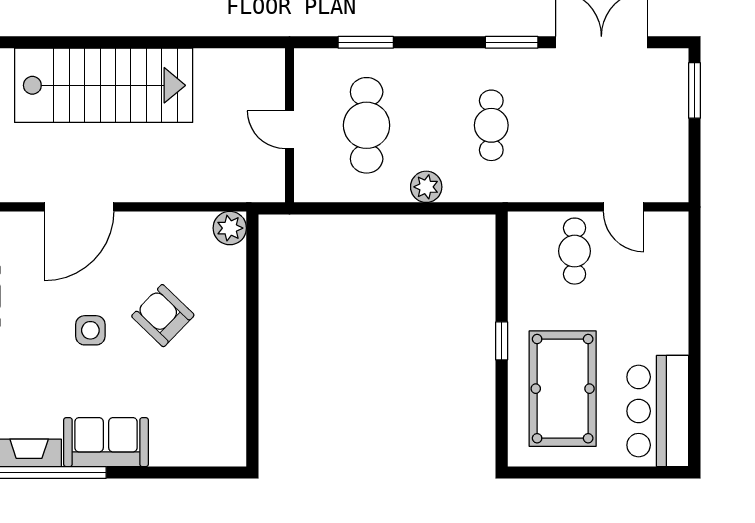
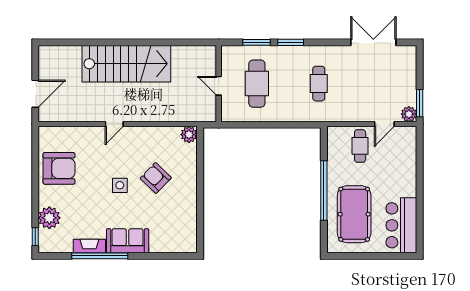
window: (512, 42) -> (291, 42), moved
window: (695, 90) -> (420, 103), moved
plant: (426, 187) -> (409, 114), moved
door: (79, 207) -> (114, 124), width x0.53
door: (624, 207) -> (384, 124), hinge flipped
window: (502, 341) -> (324, 191), width x3.17

